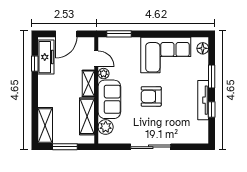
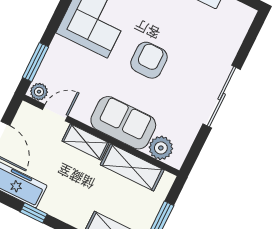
window: (35, 64) -> (34, 213), moved
plant: (104, 74) -> (39, 92), moved
armchair: (151, 96) -> (149, 60), turned 180

